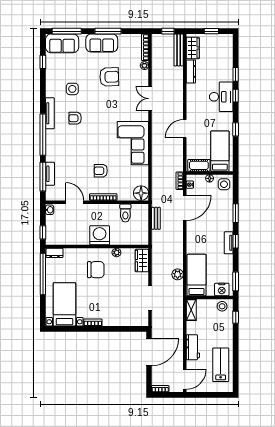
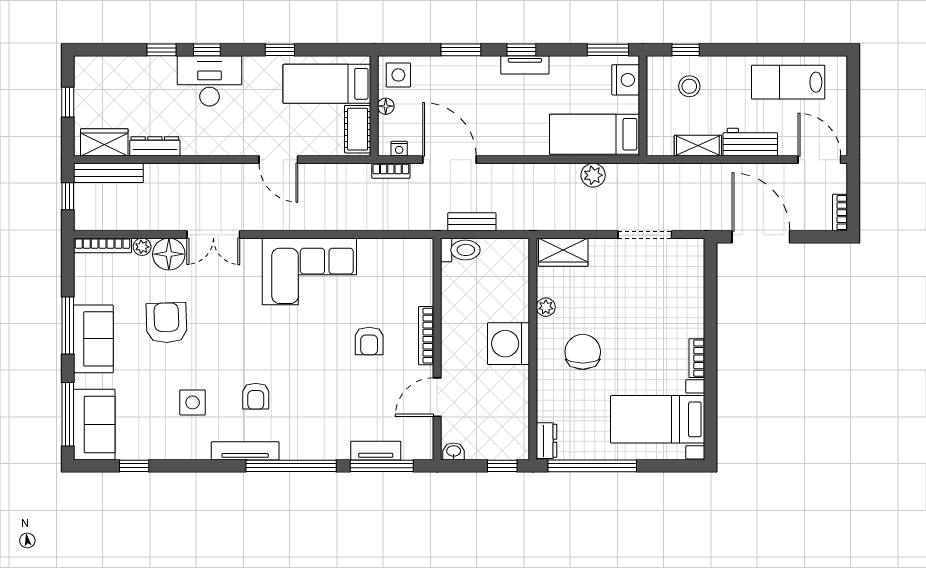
floor lamp: (141, 193) -> (169, 254), moved
toilet: (125, 213) -> (460, 250), moved
stool: (222, 306) -> (689, 86), moved
shelving: (191, 310) -> (698, 146), moved

